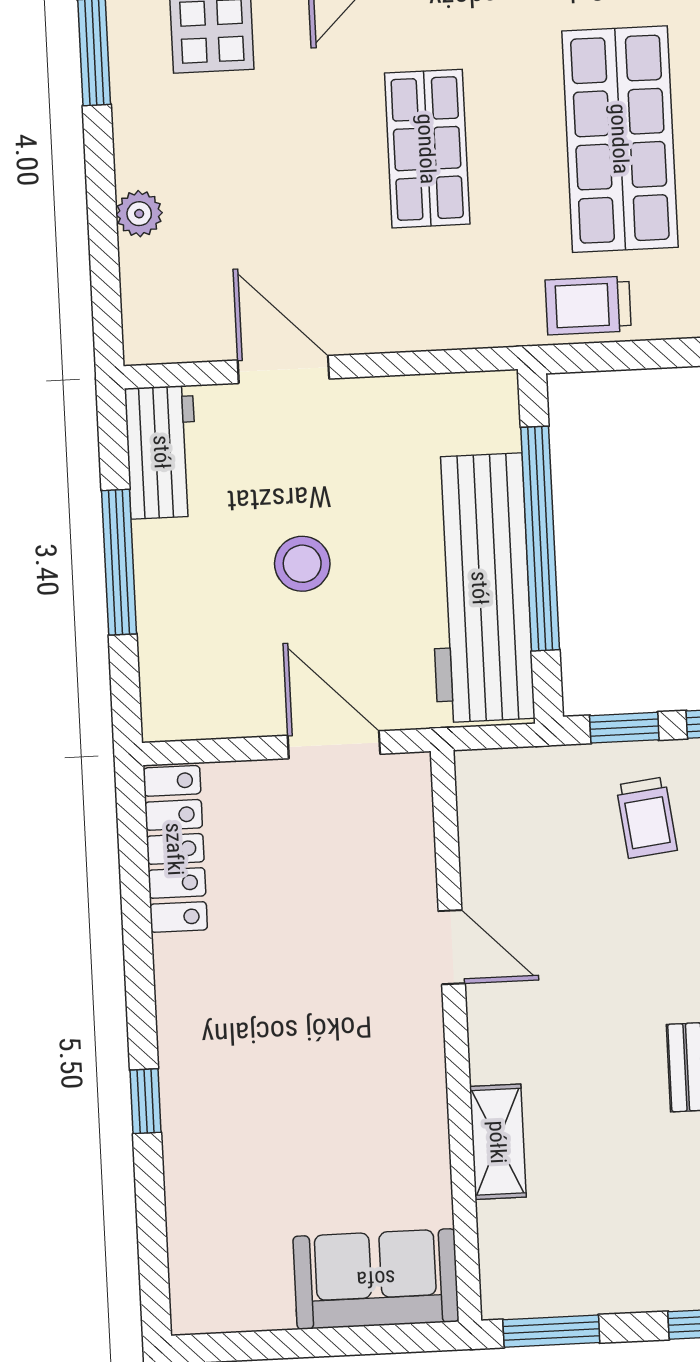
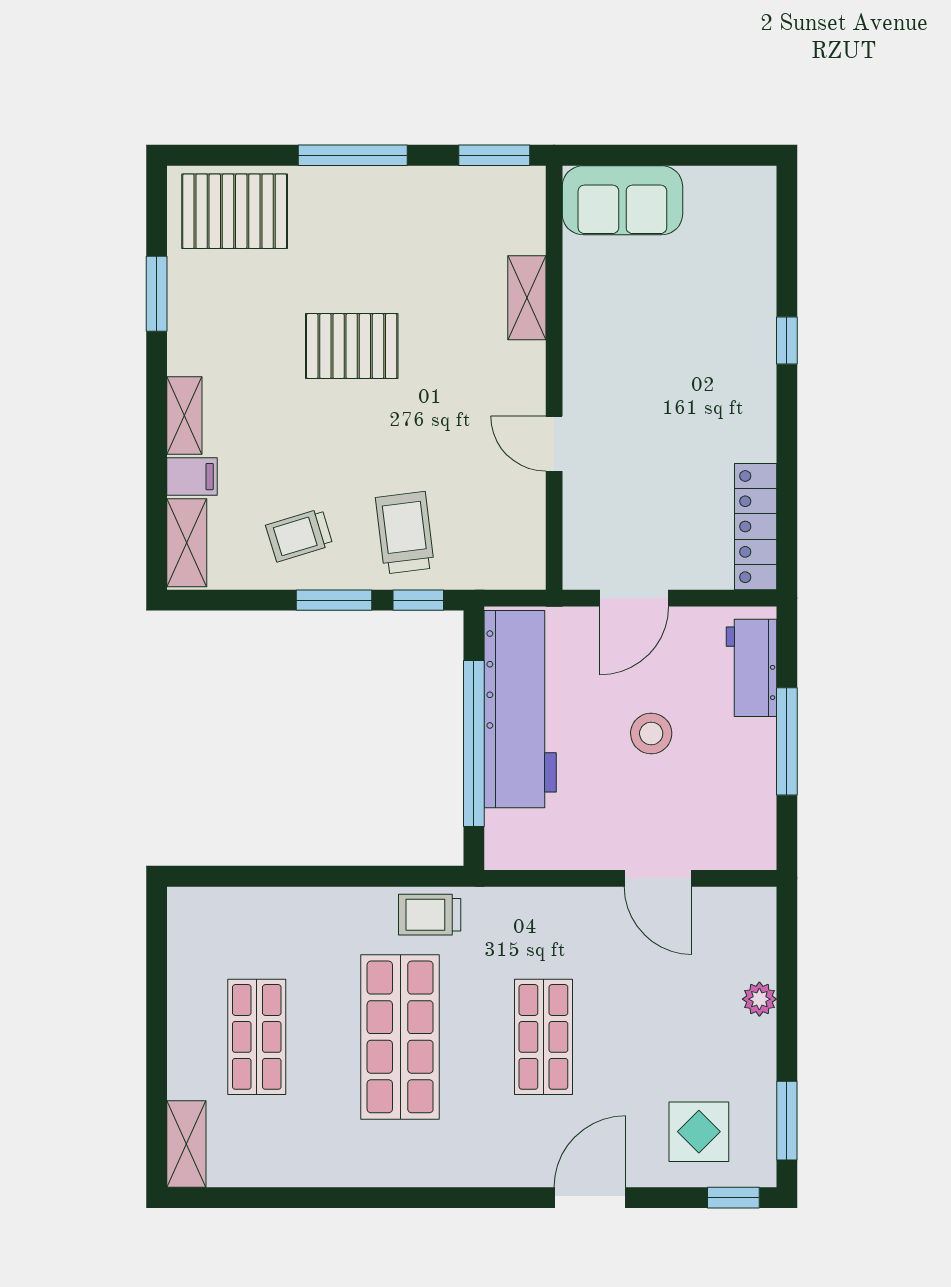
trolley: (588, 305) -> (430, 915), turned 180
workbench: (162, 452) -> (751, 668), moved
door: (334, 745) -> (634, 598), hinge flipped
trolley: (647, 818) -> (405, 533), width x1.36, depth x1.39

